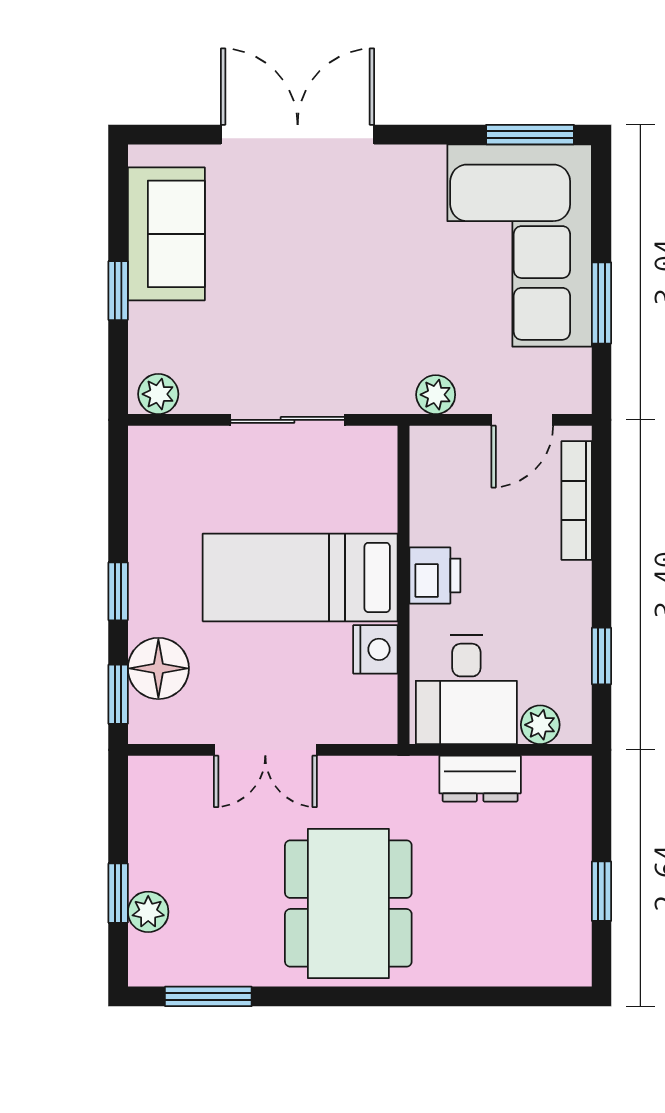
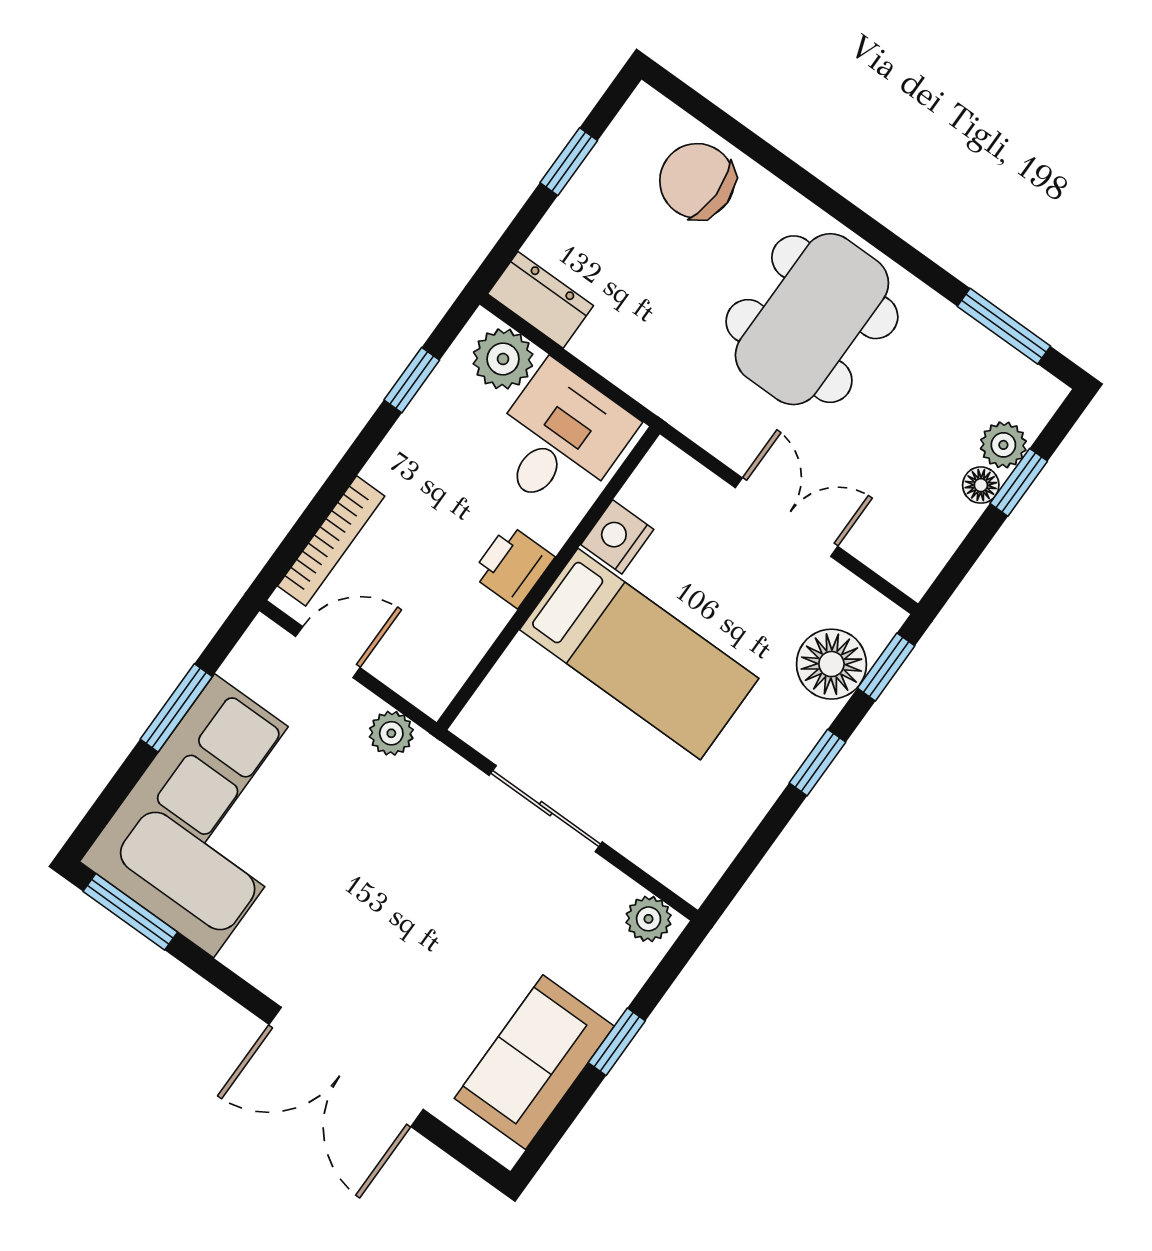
plant: (540, 725) -> (503, 359), width x1.38, depth x1.38
dresser: (480, 779) -> (540, 300), moved
floor lamp: (144, 872) -> (981, 485), added
chair: (501, 943) -> (697, 181), added

